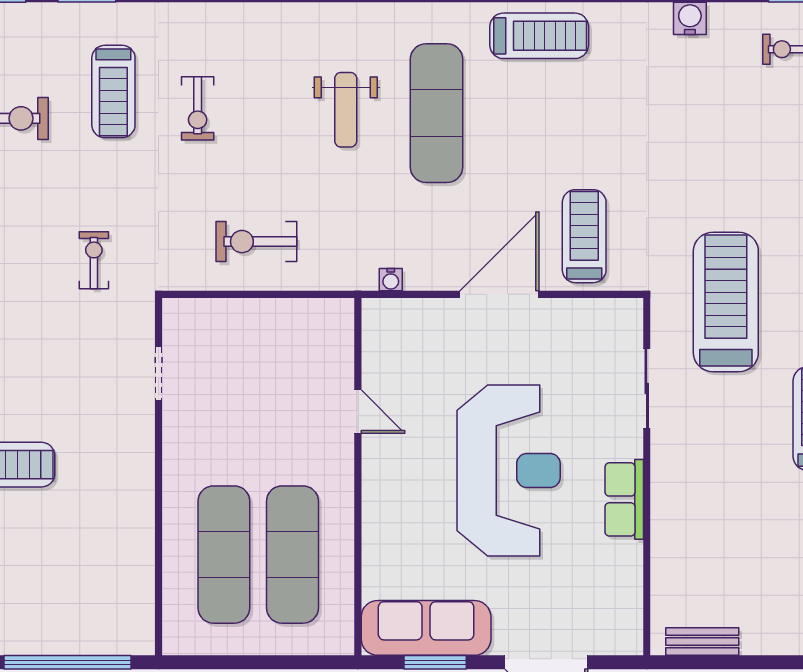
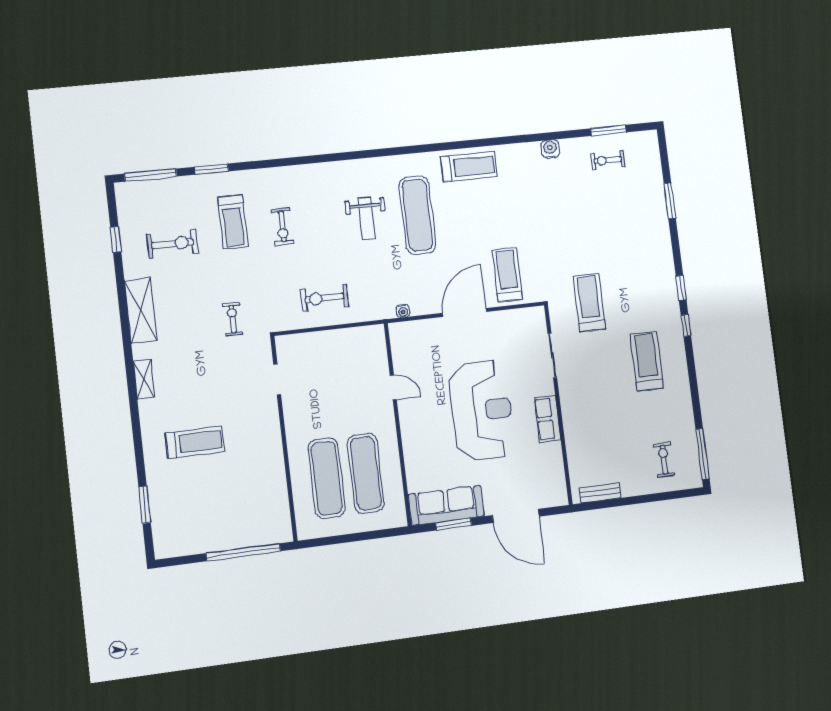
treadmill: (726, 302) -> (589, 302), width x0.73, depth x0.73

